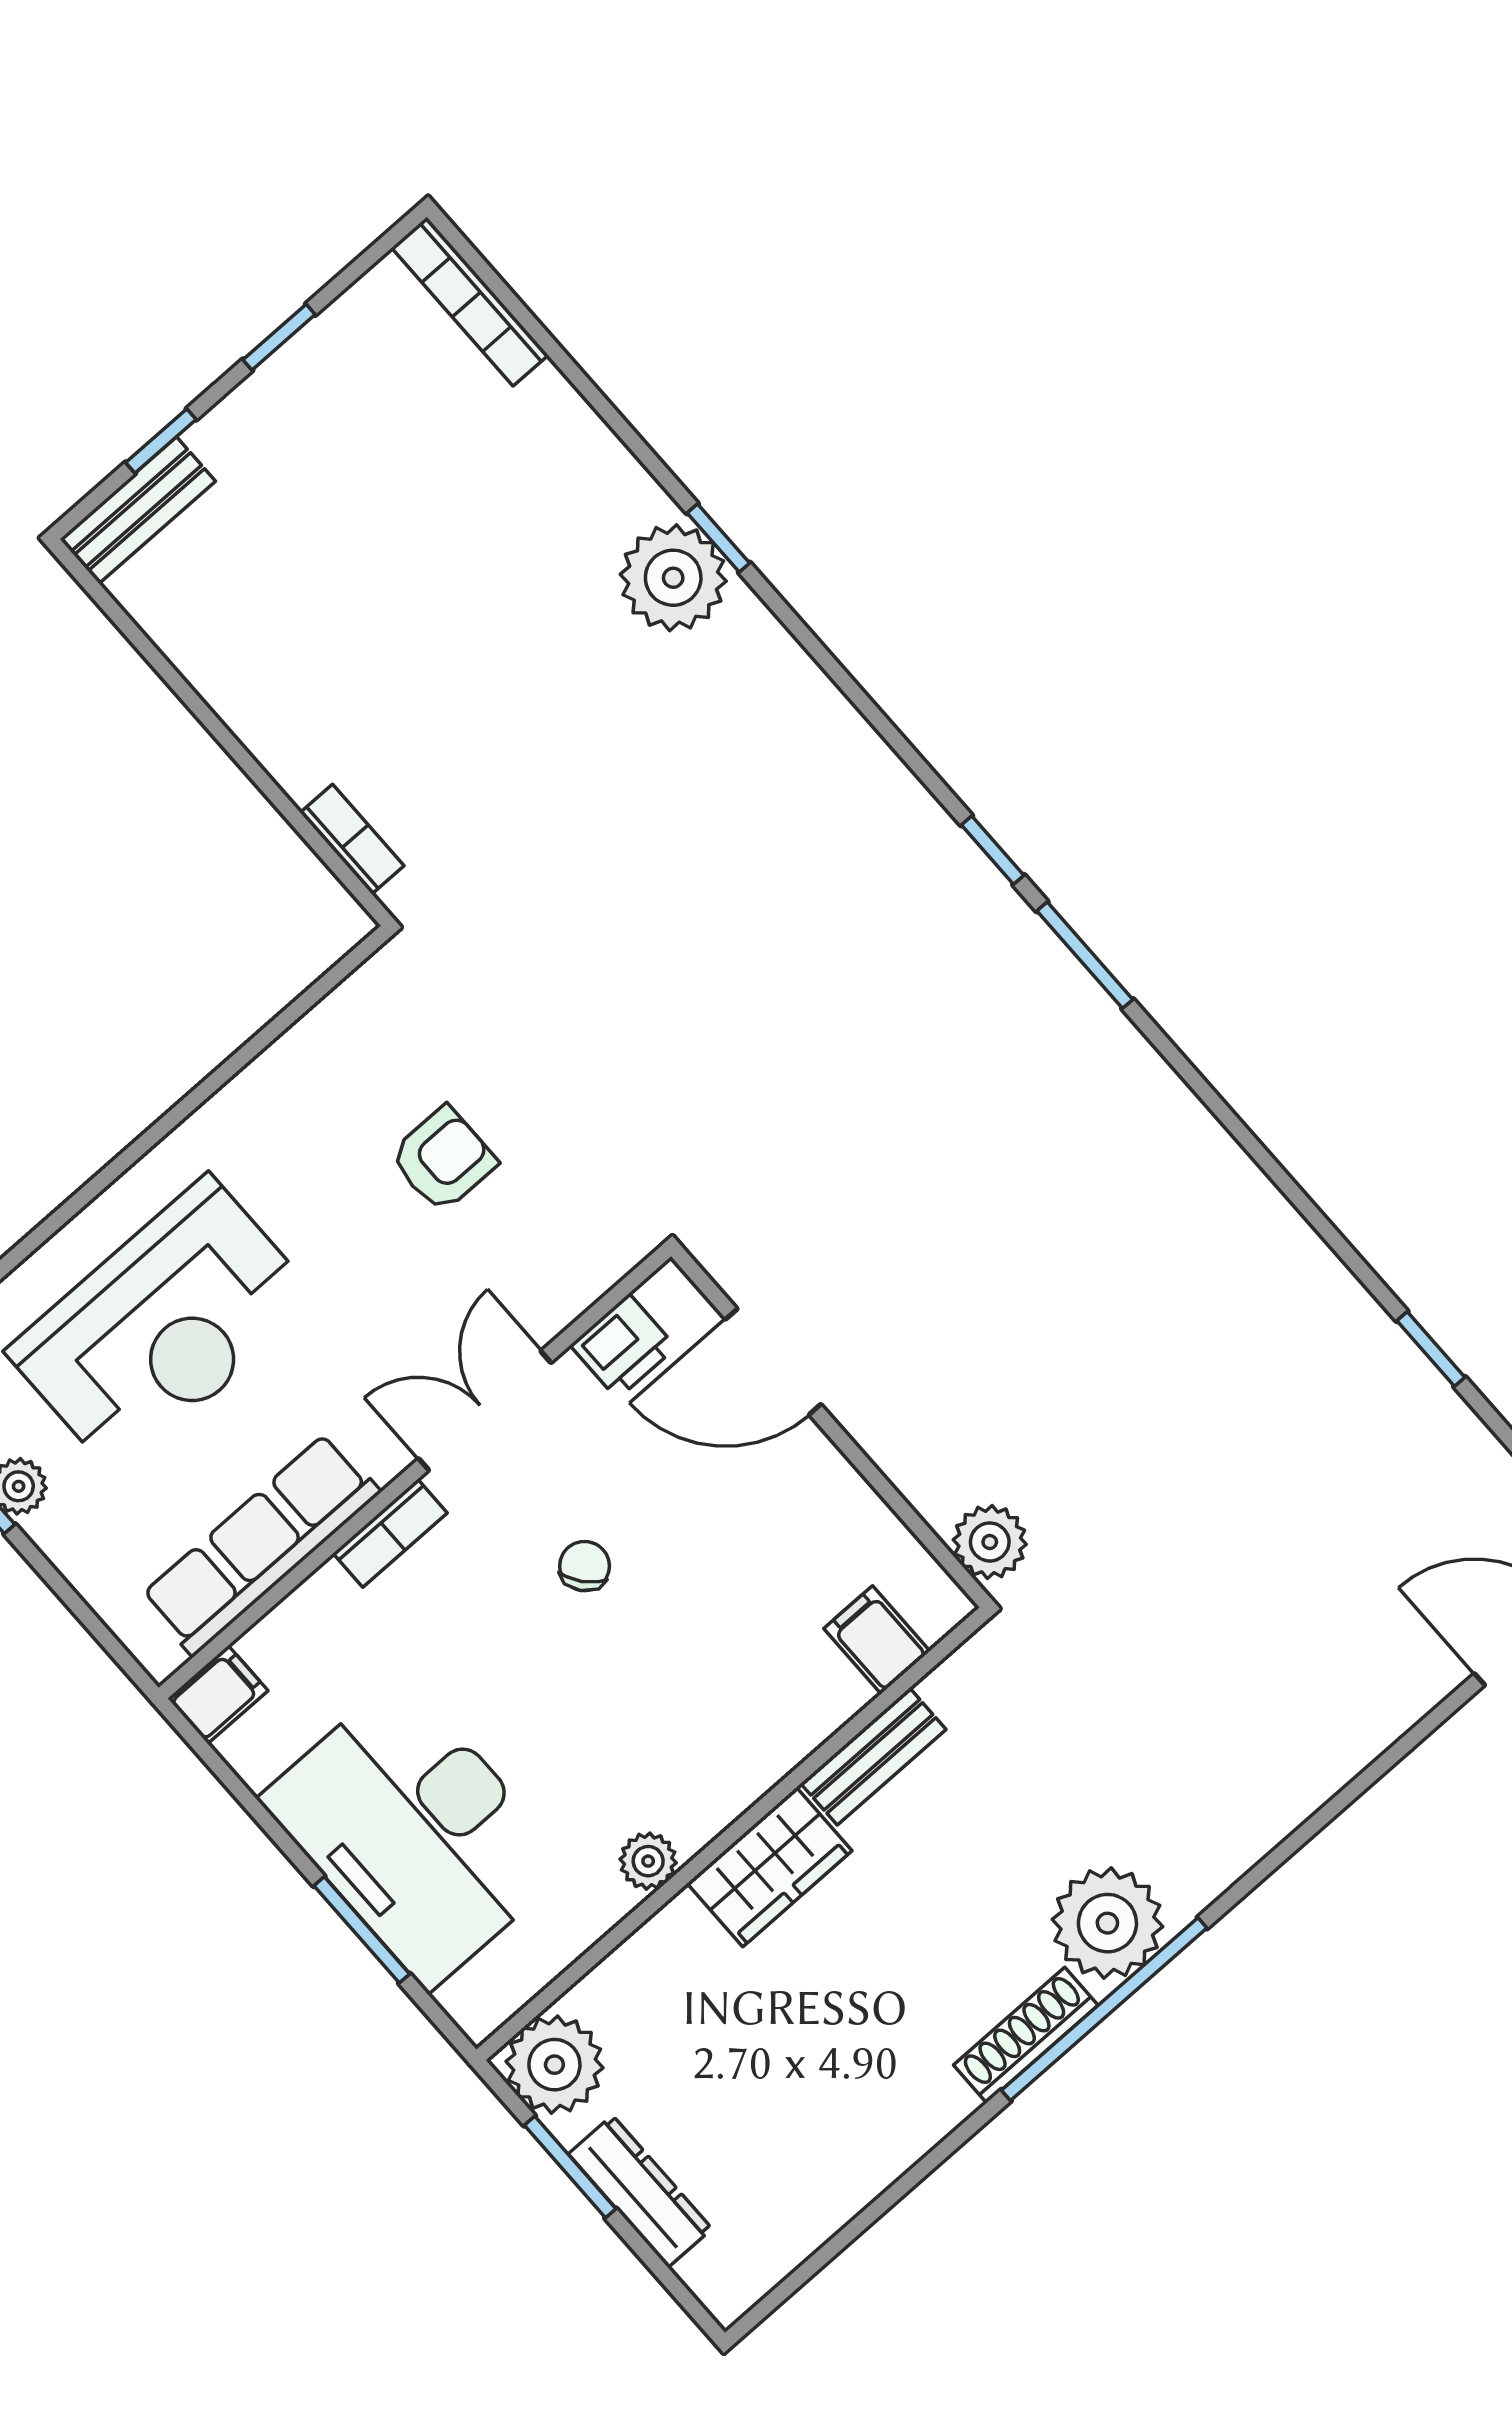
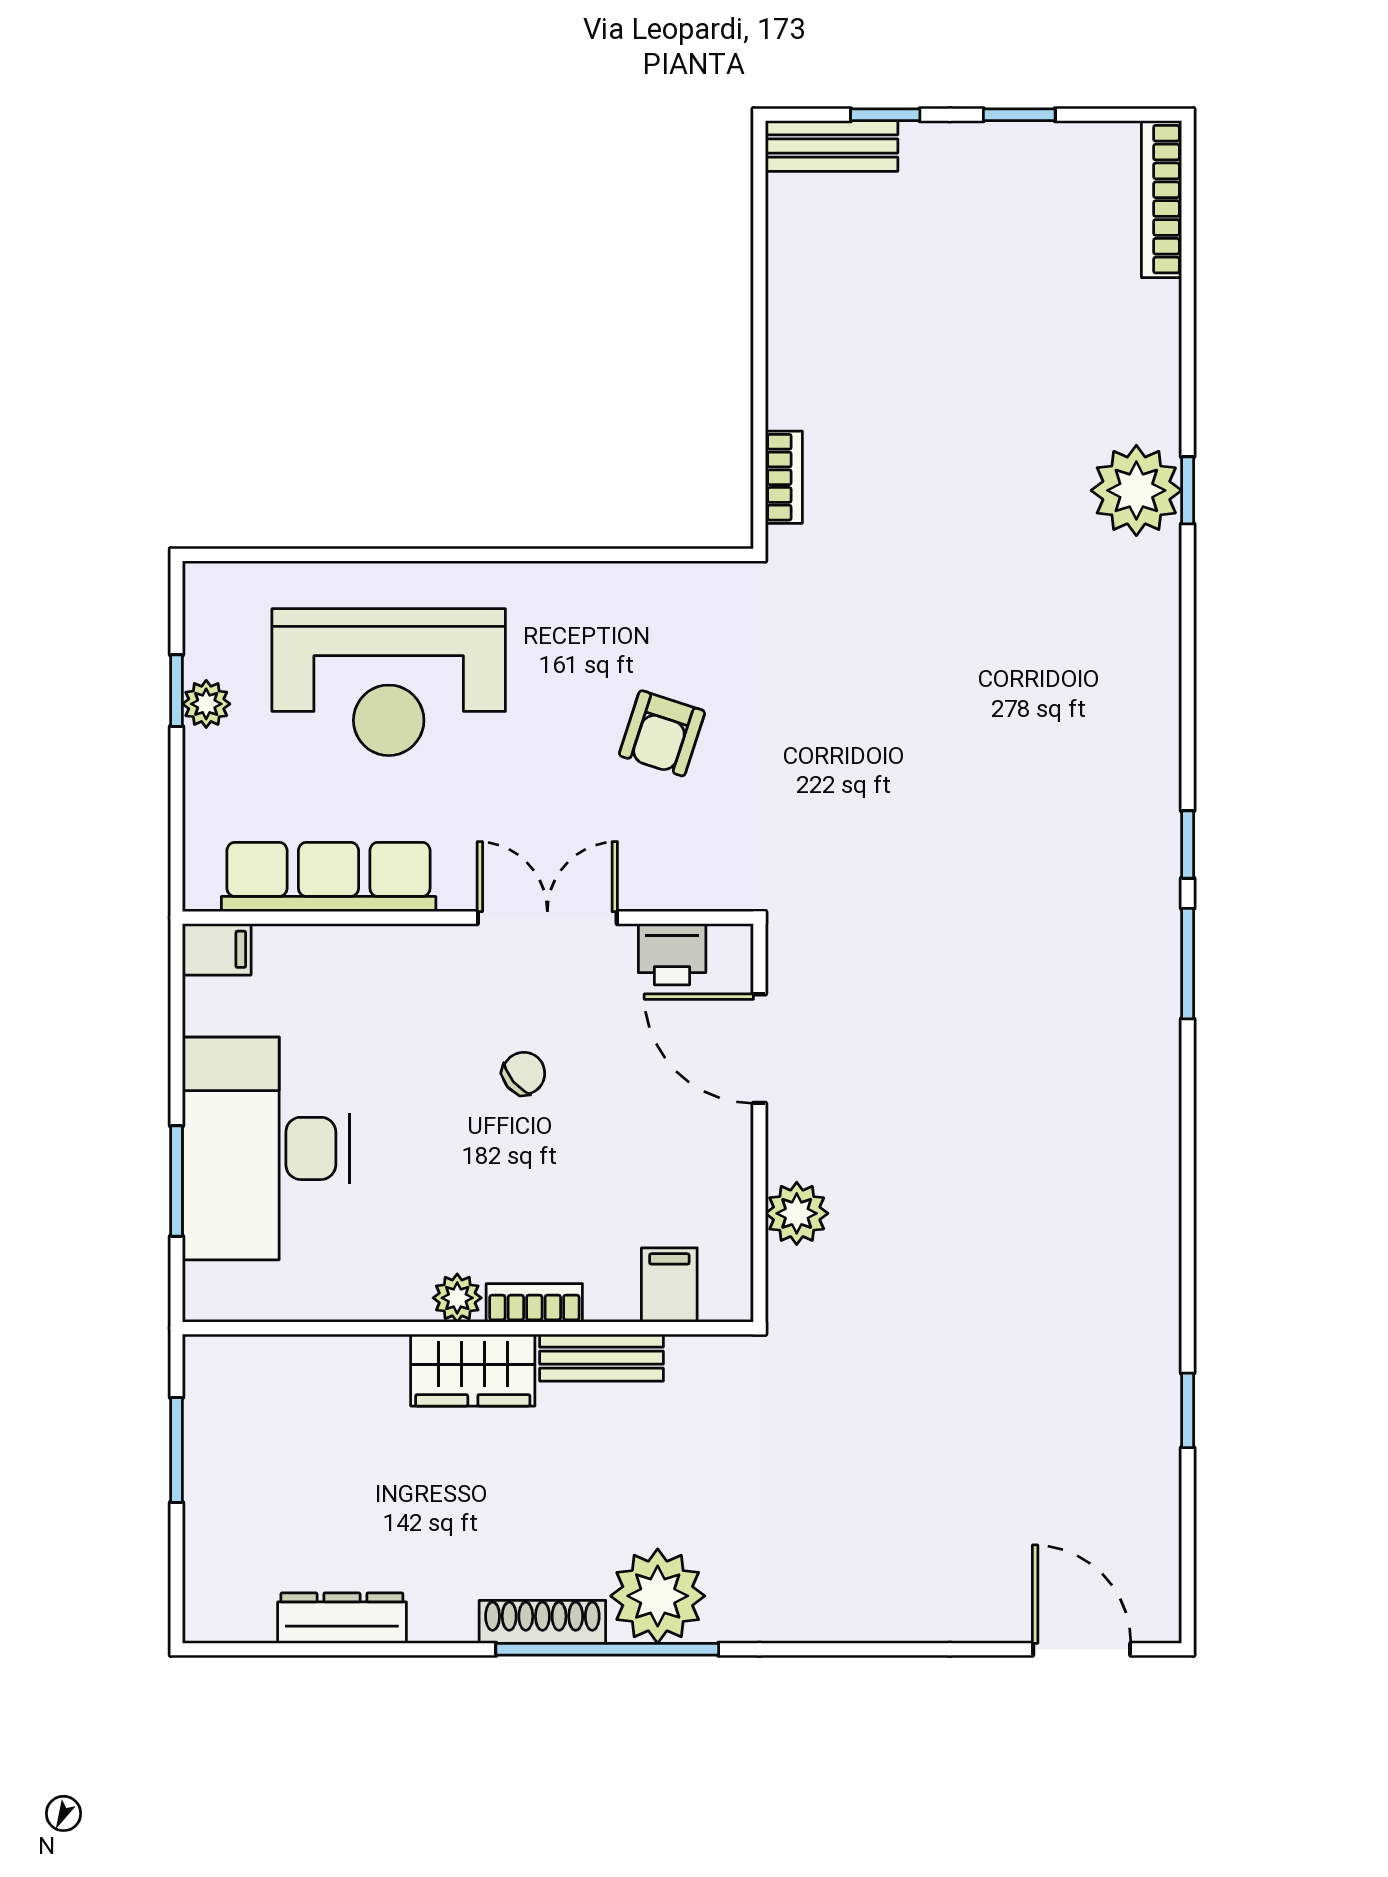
armchair: (443, 1159) -> (662, 733), turned 108
bookcase: (390, 1533) -> (534, 1303), moved, turned 180
plant: (990, 1542) -> (797, 1213), moved
plant: (648, 1861) -> (457, 1298), moved
plant: (554, 2065) -> (224, 1376), removed
dresser: (640, 2191) -> (342, 1618), moved, turned -90

